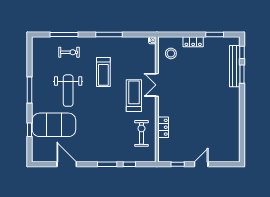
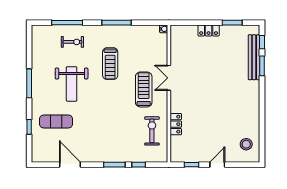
stool: (171, 53) -> (246, 144), moved
exercise mat: (54, 125) -> (56, 122), width x0.50, depth x0.69

